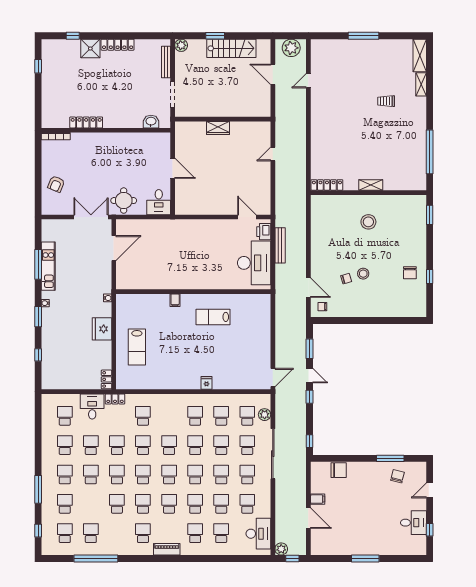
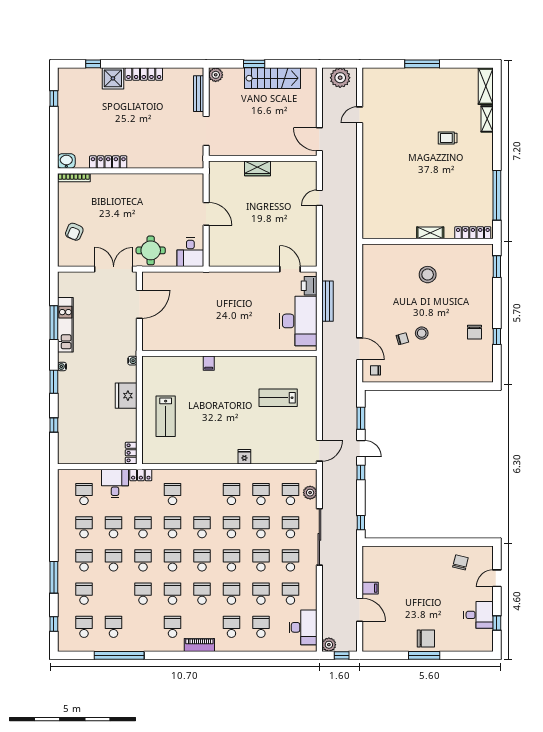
door: (273, 74) -> (319, 139), moved
washbasin: (151, 122) -> (66, 161), moved
locker: (327, 185) -> (473, 233), moved
lab bench: (213, 317) -> (278, 398), moved
window: (390, 458) -> (452, 542), removed
chair: (339, 470) -> (426, 639), moved

